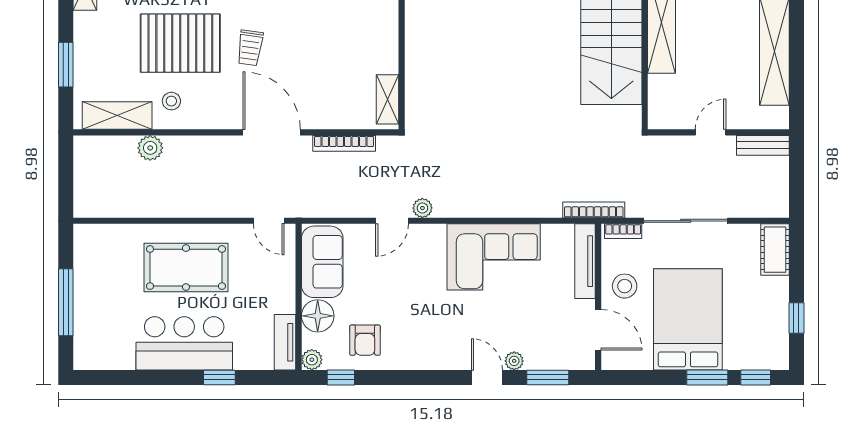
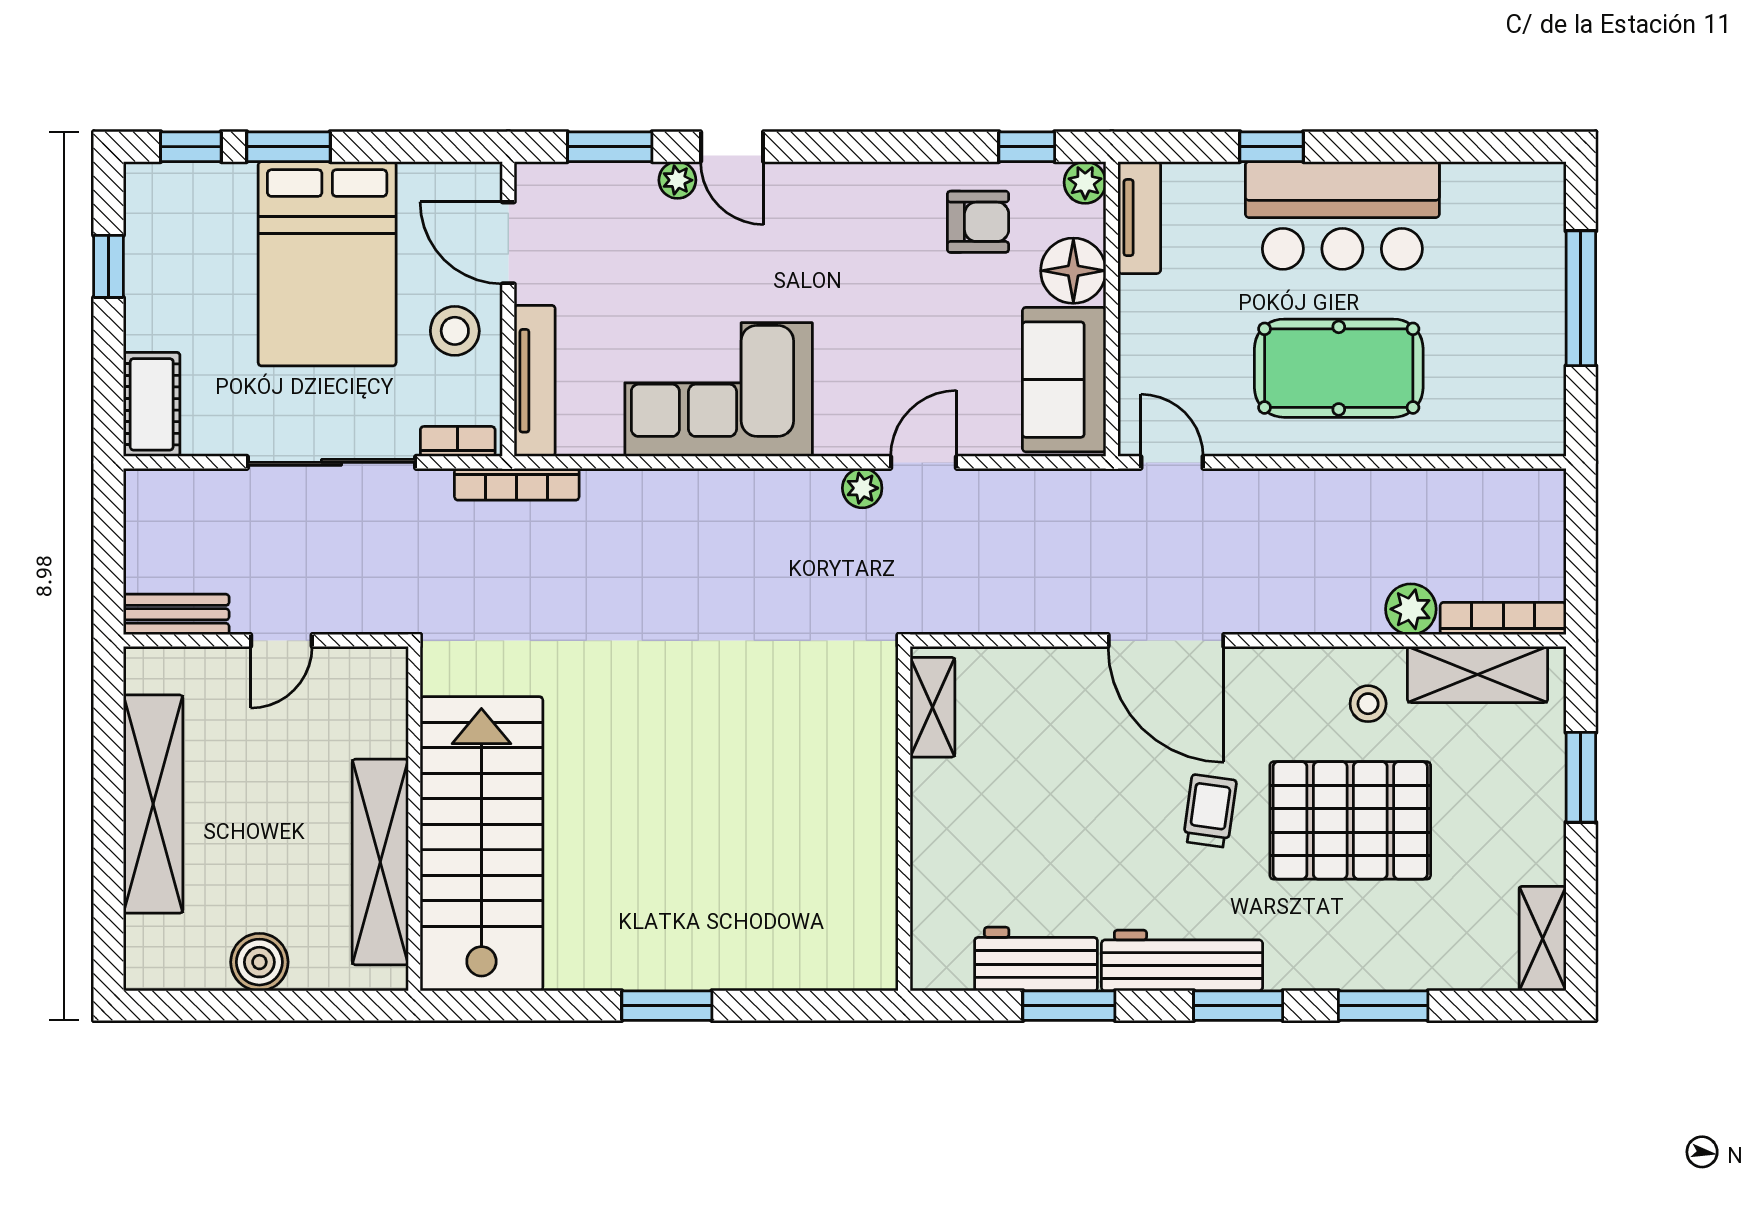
bookcase: (344, 143) -> (1503, 618), moved
armchair: (365, 340) -> (978, 222), turned 90

